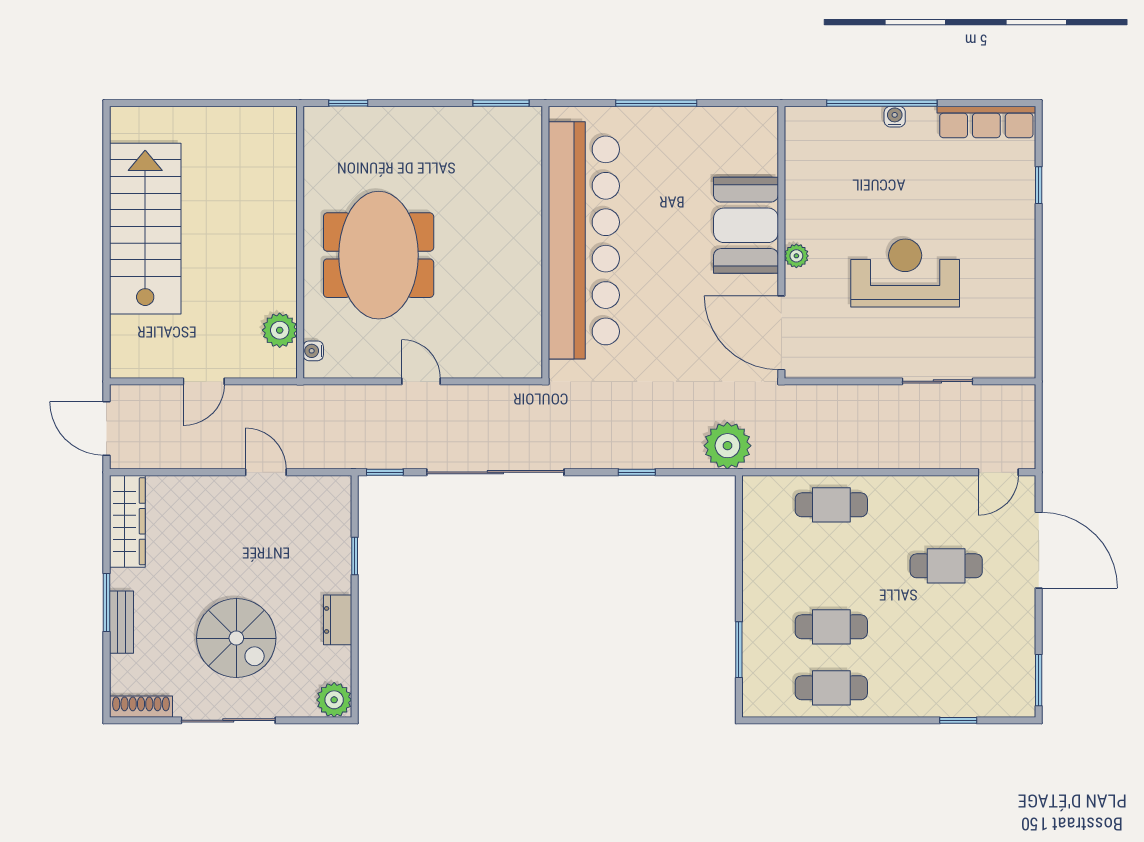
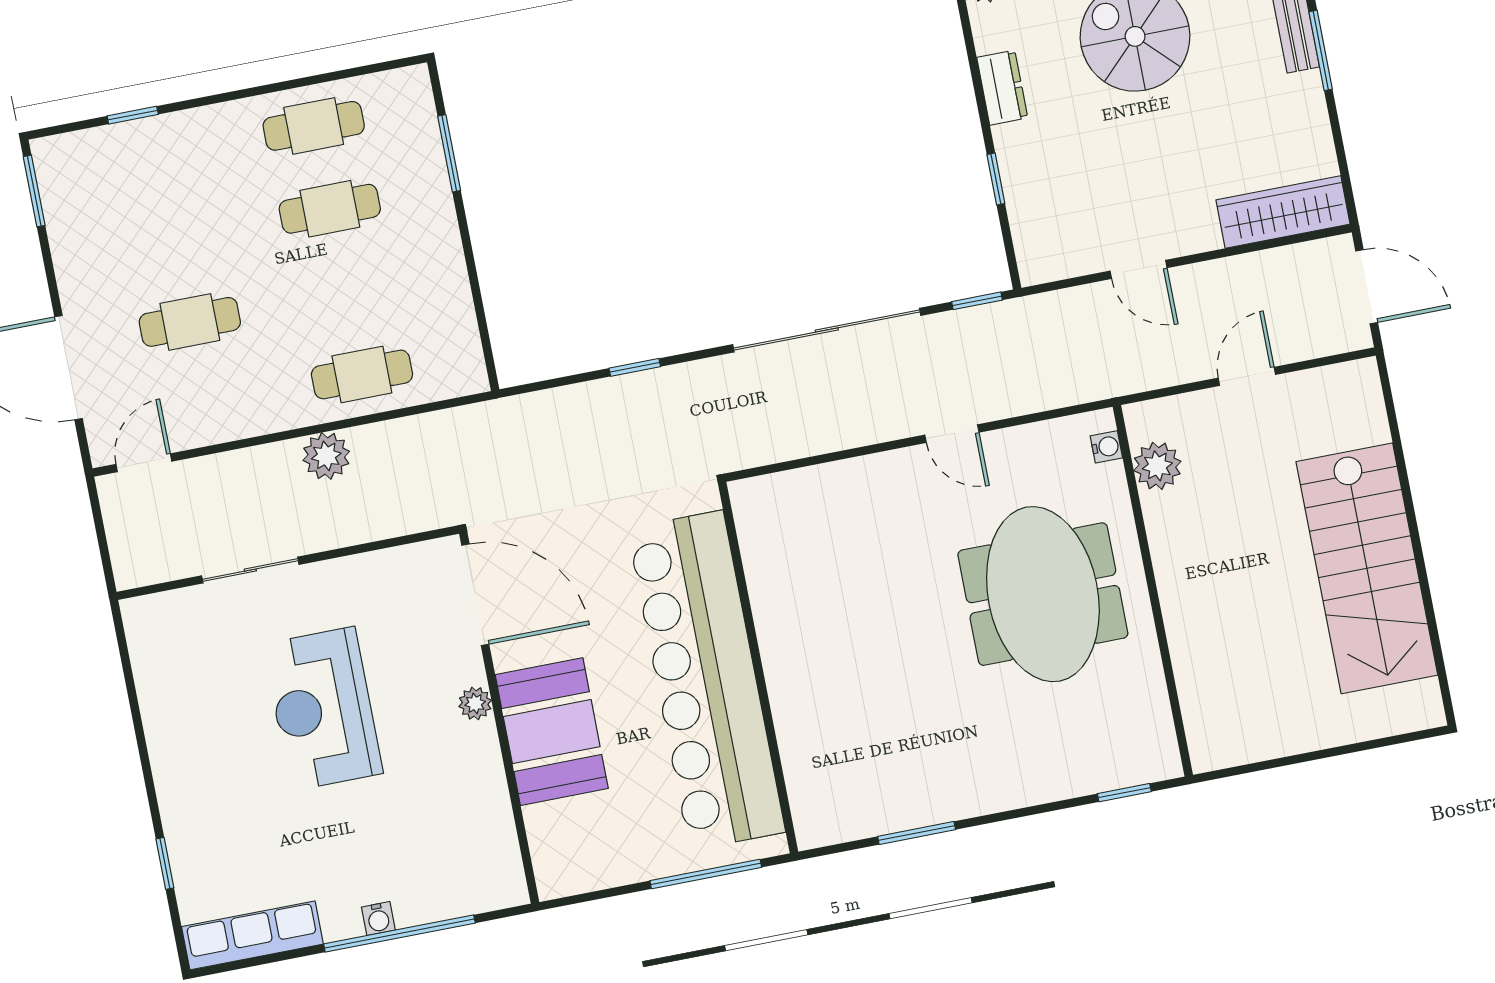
bar counter: (584, 240) -> (706, 680), moved
wall: (545, 242) -> (758, 668), moved
reception desk: (905, 273) -> (323, 709), turned 90
plant: (727, 446) -> (326, 456), moved, width x0.73, depth x0.73
wardrobe: (127, 521) -> (1283, 212), moved, turned 90

